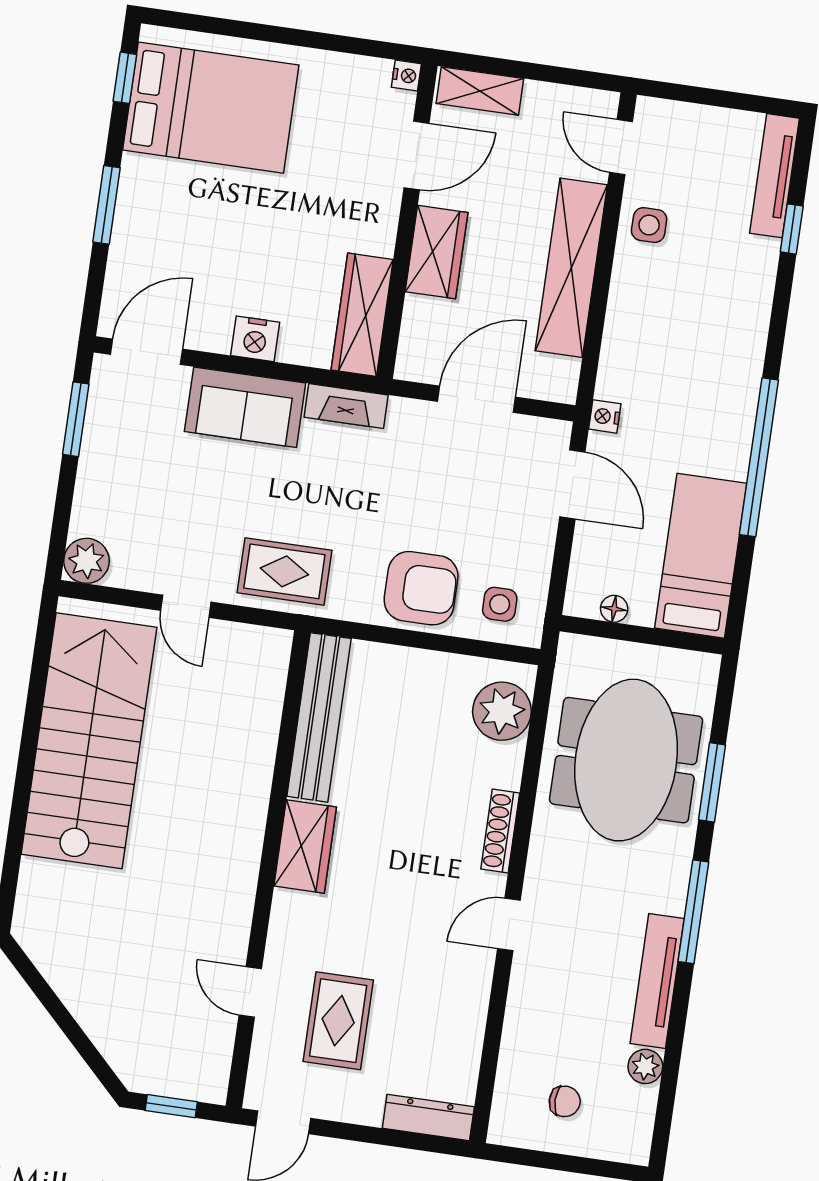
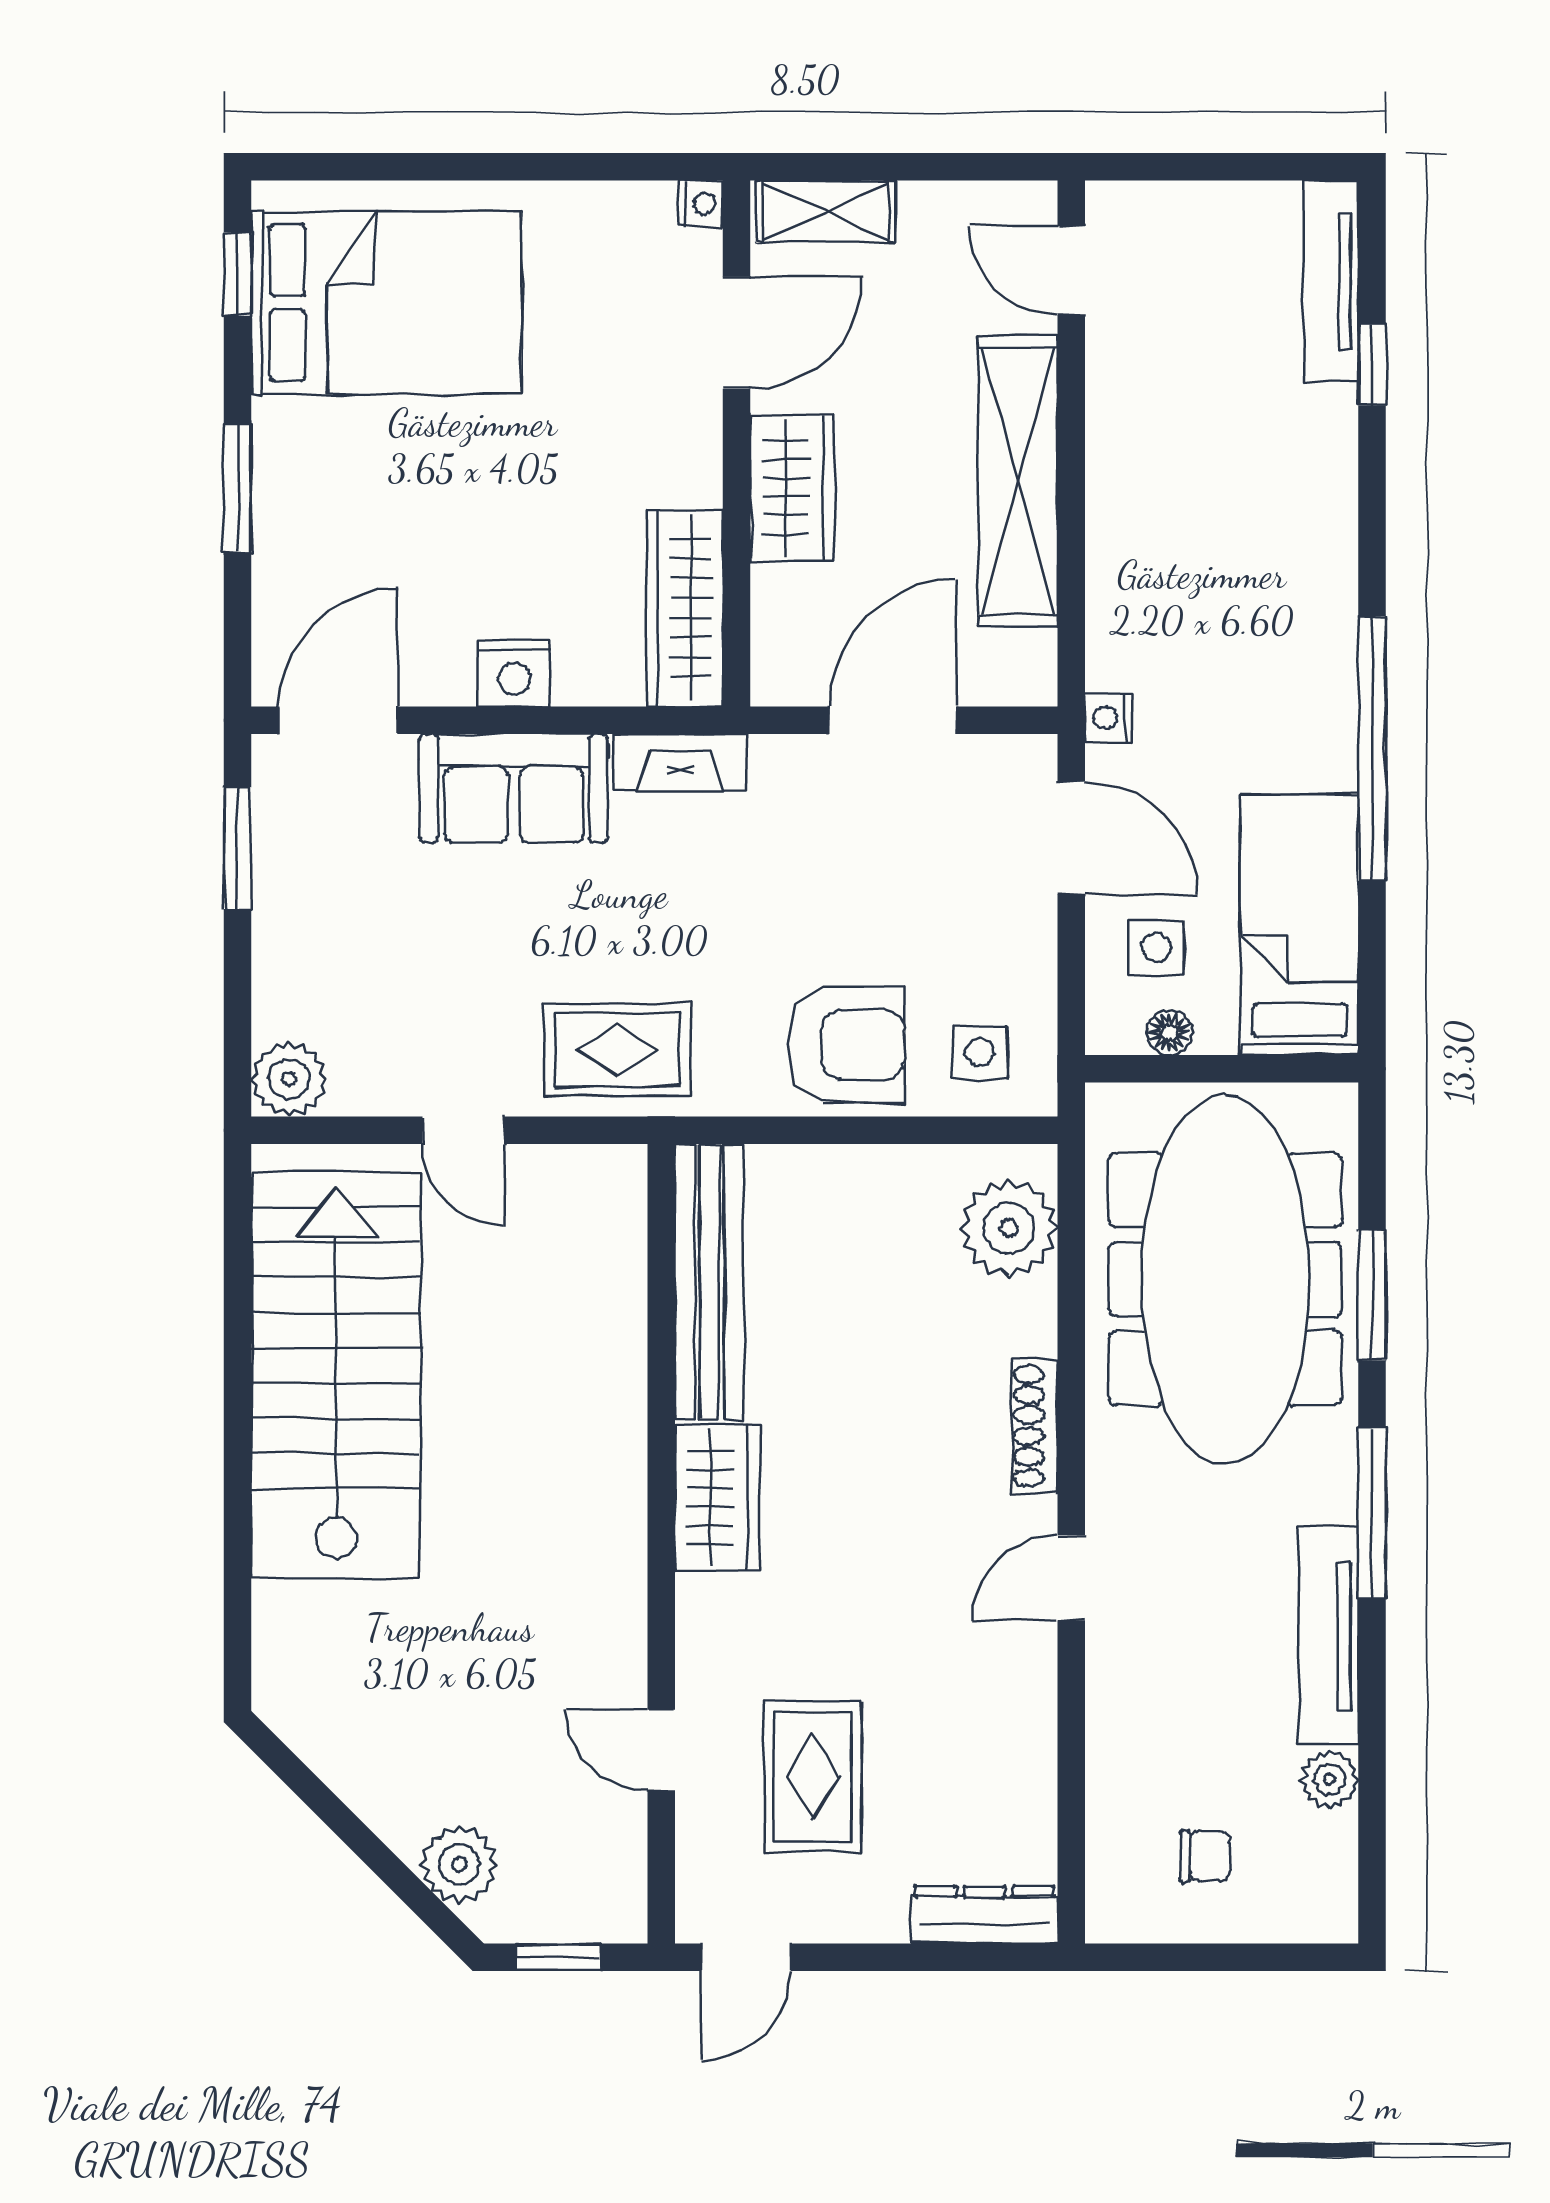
side table: (649, 225) -> (1156, 947), moved
meeting table: (626, 760) -> (1225, 1279), width x1.36
plant: (120, 1043) -> (459, 1865), added

